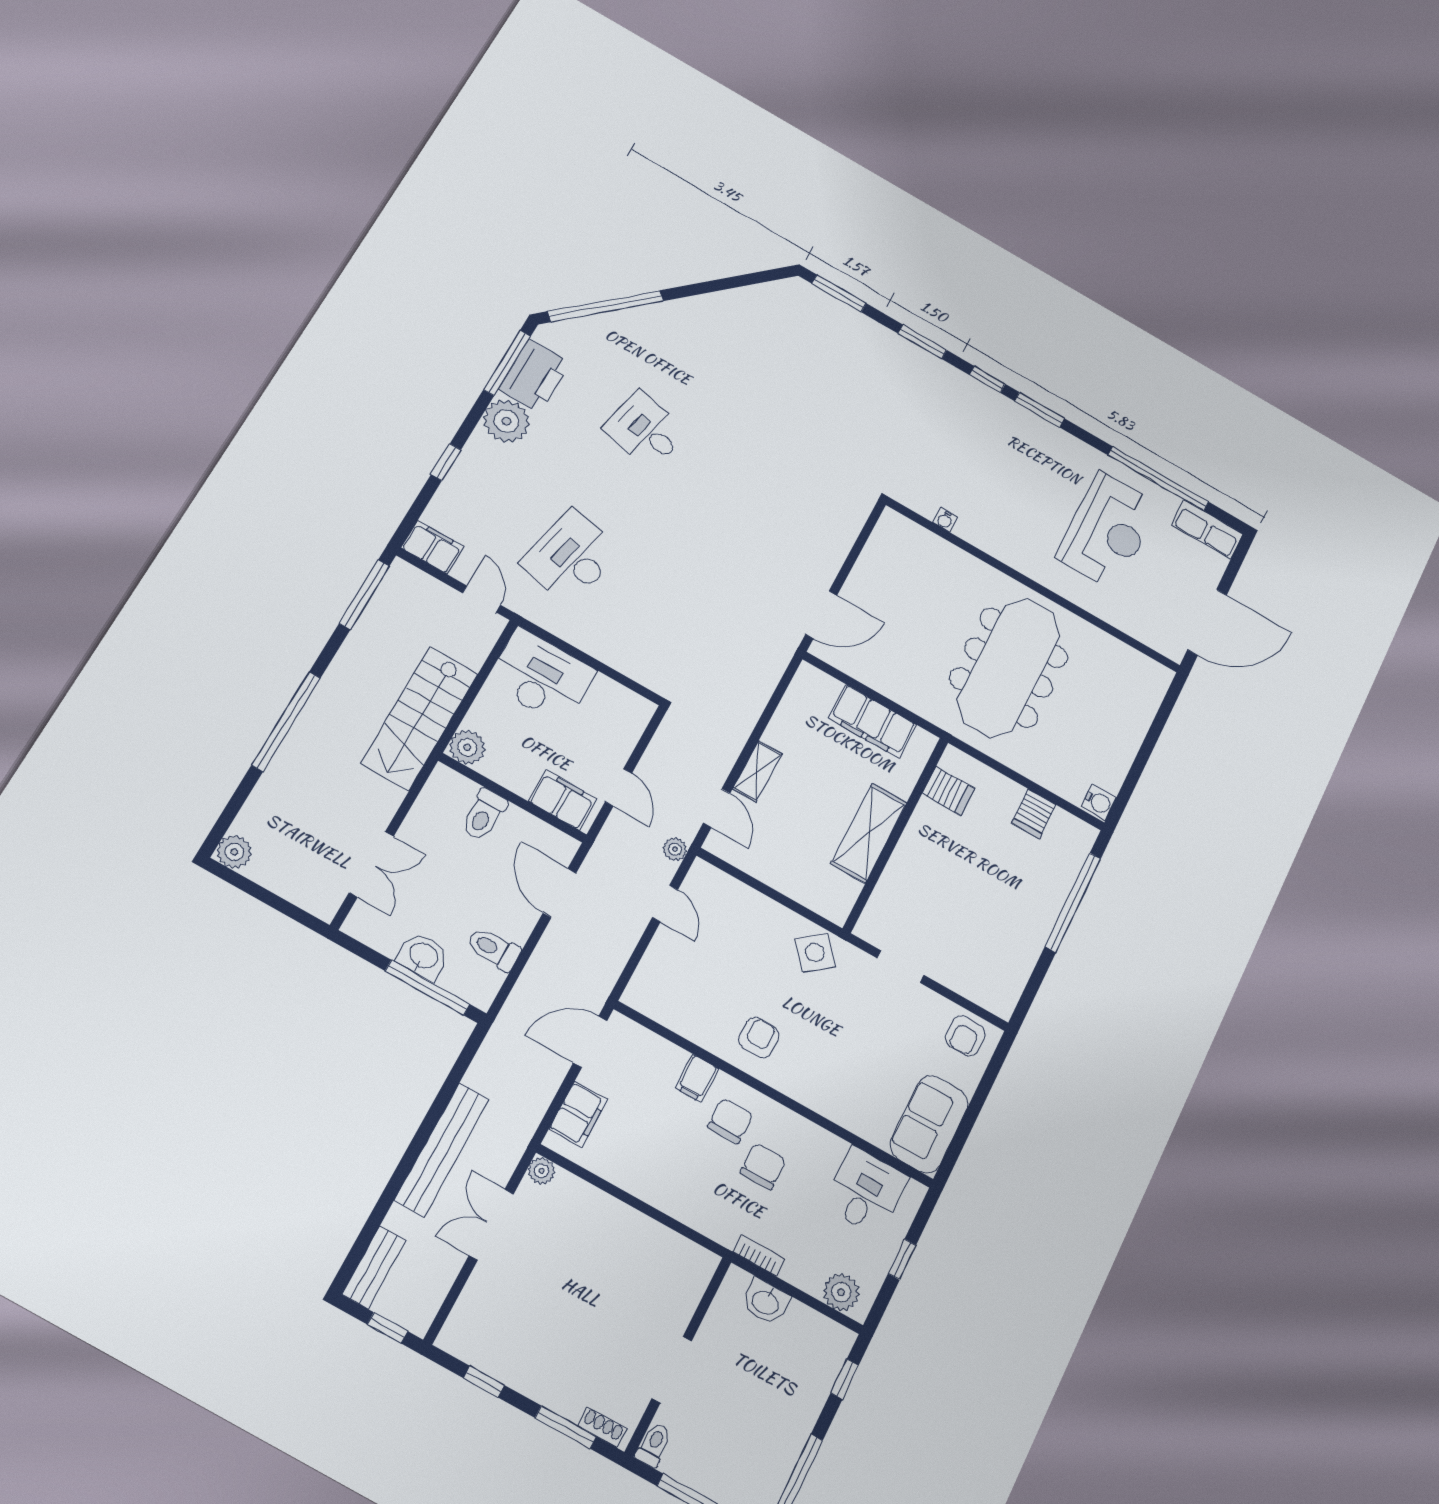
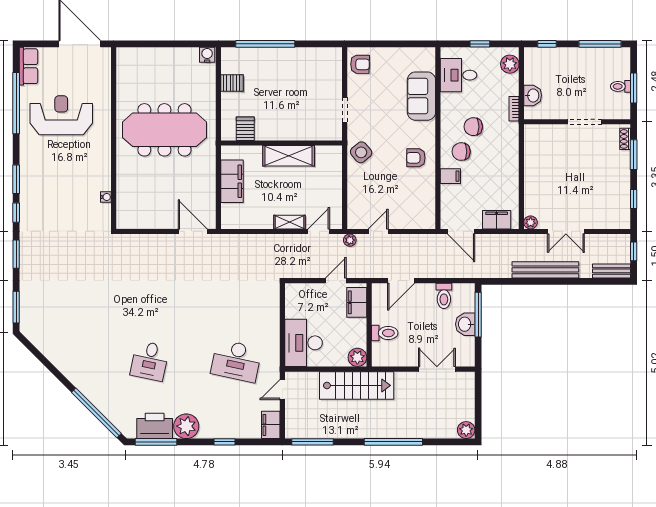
sofa: (929, 1124) -> (421, 96), moved, turned 90
toilet: (654, 1445) -> (620, 86), moved

